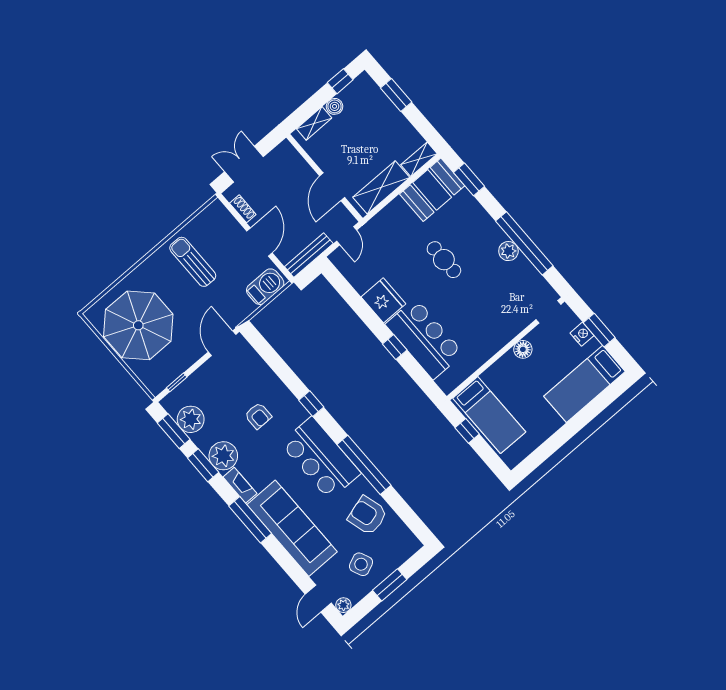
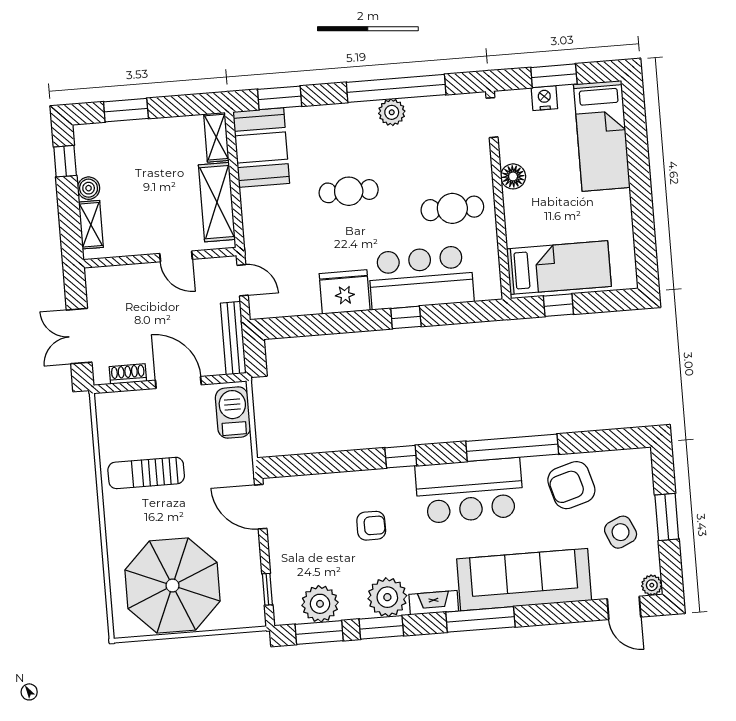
door: (332, 187) -> (176, 256), width x0.73
cafe table: (478, 328) -> (452, 208), added

